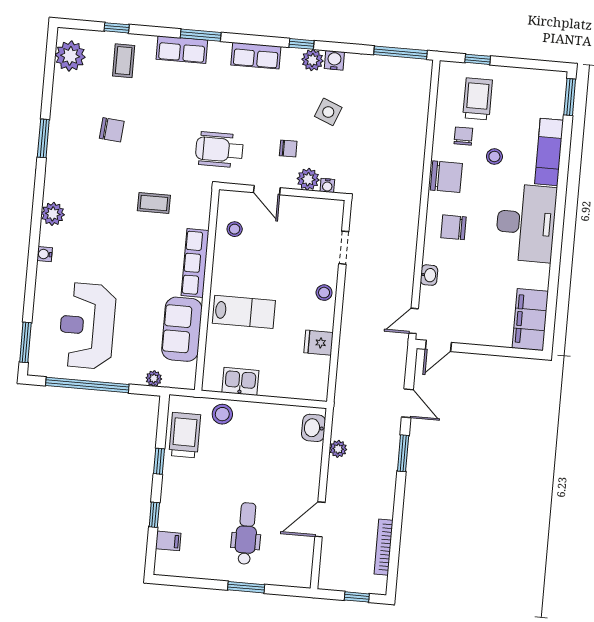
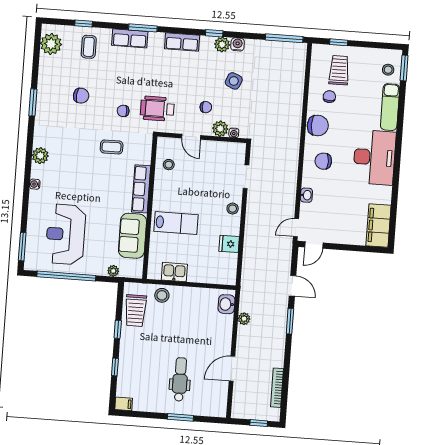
chair: (171, 152) -> (123, 111), added
stool: (494, 157) -> (388, 70), moved
trolley: (185, 435) -> (136, 311), turned 180
filing cabinet: (168, 541) -> (124, 404), moved

